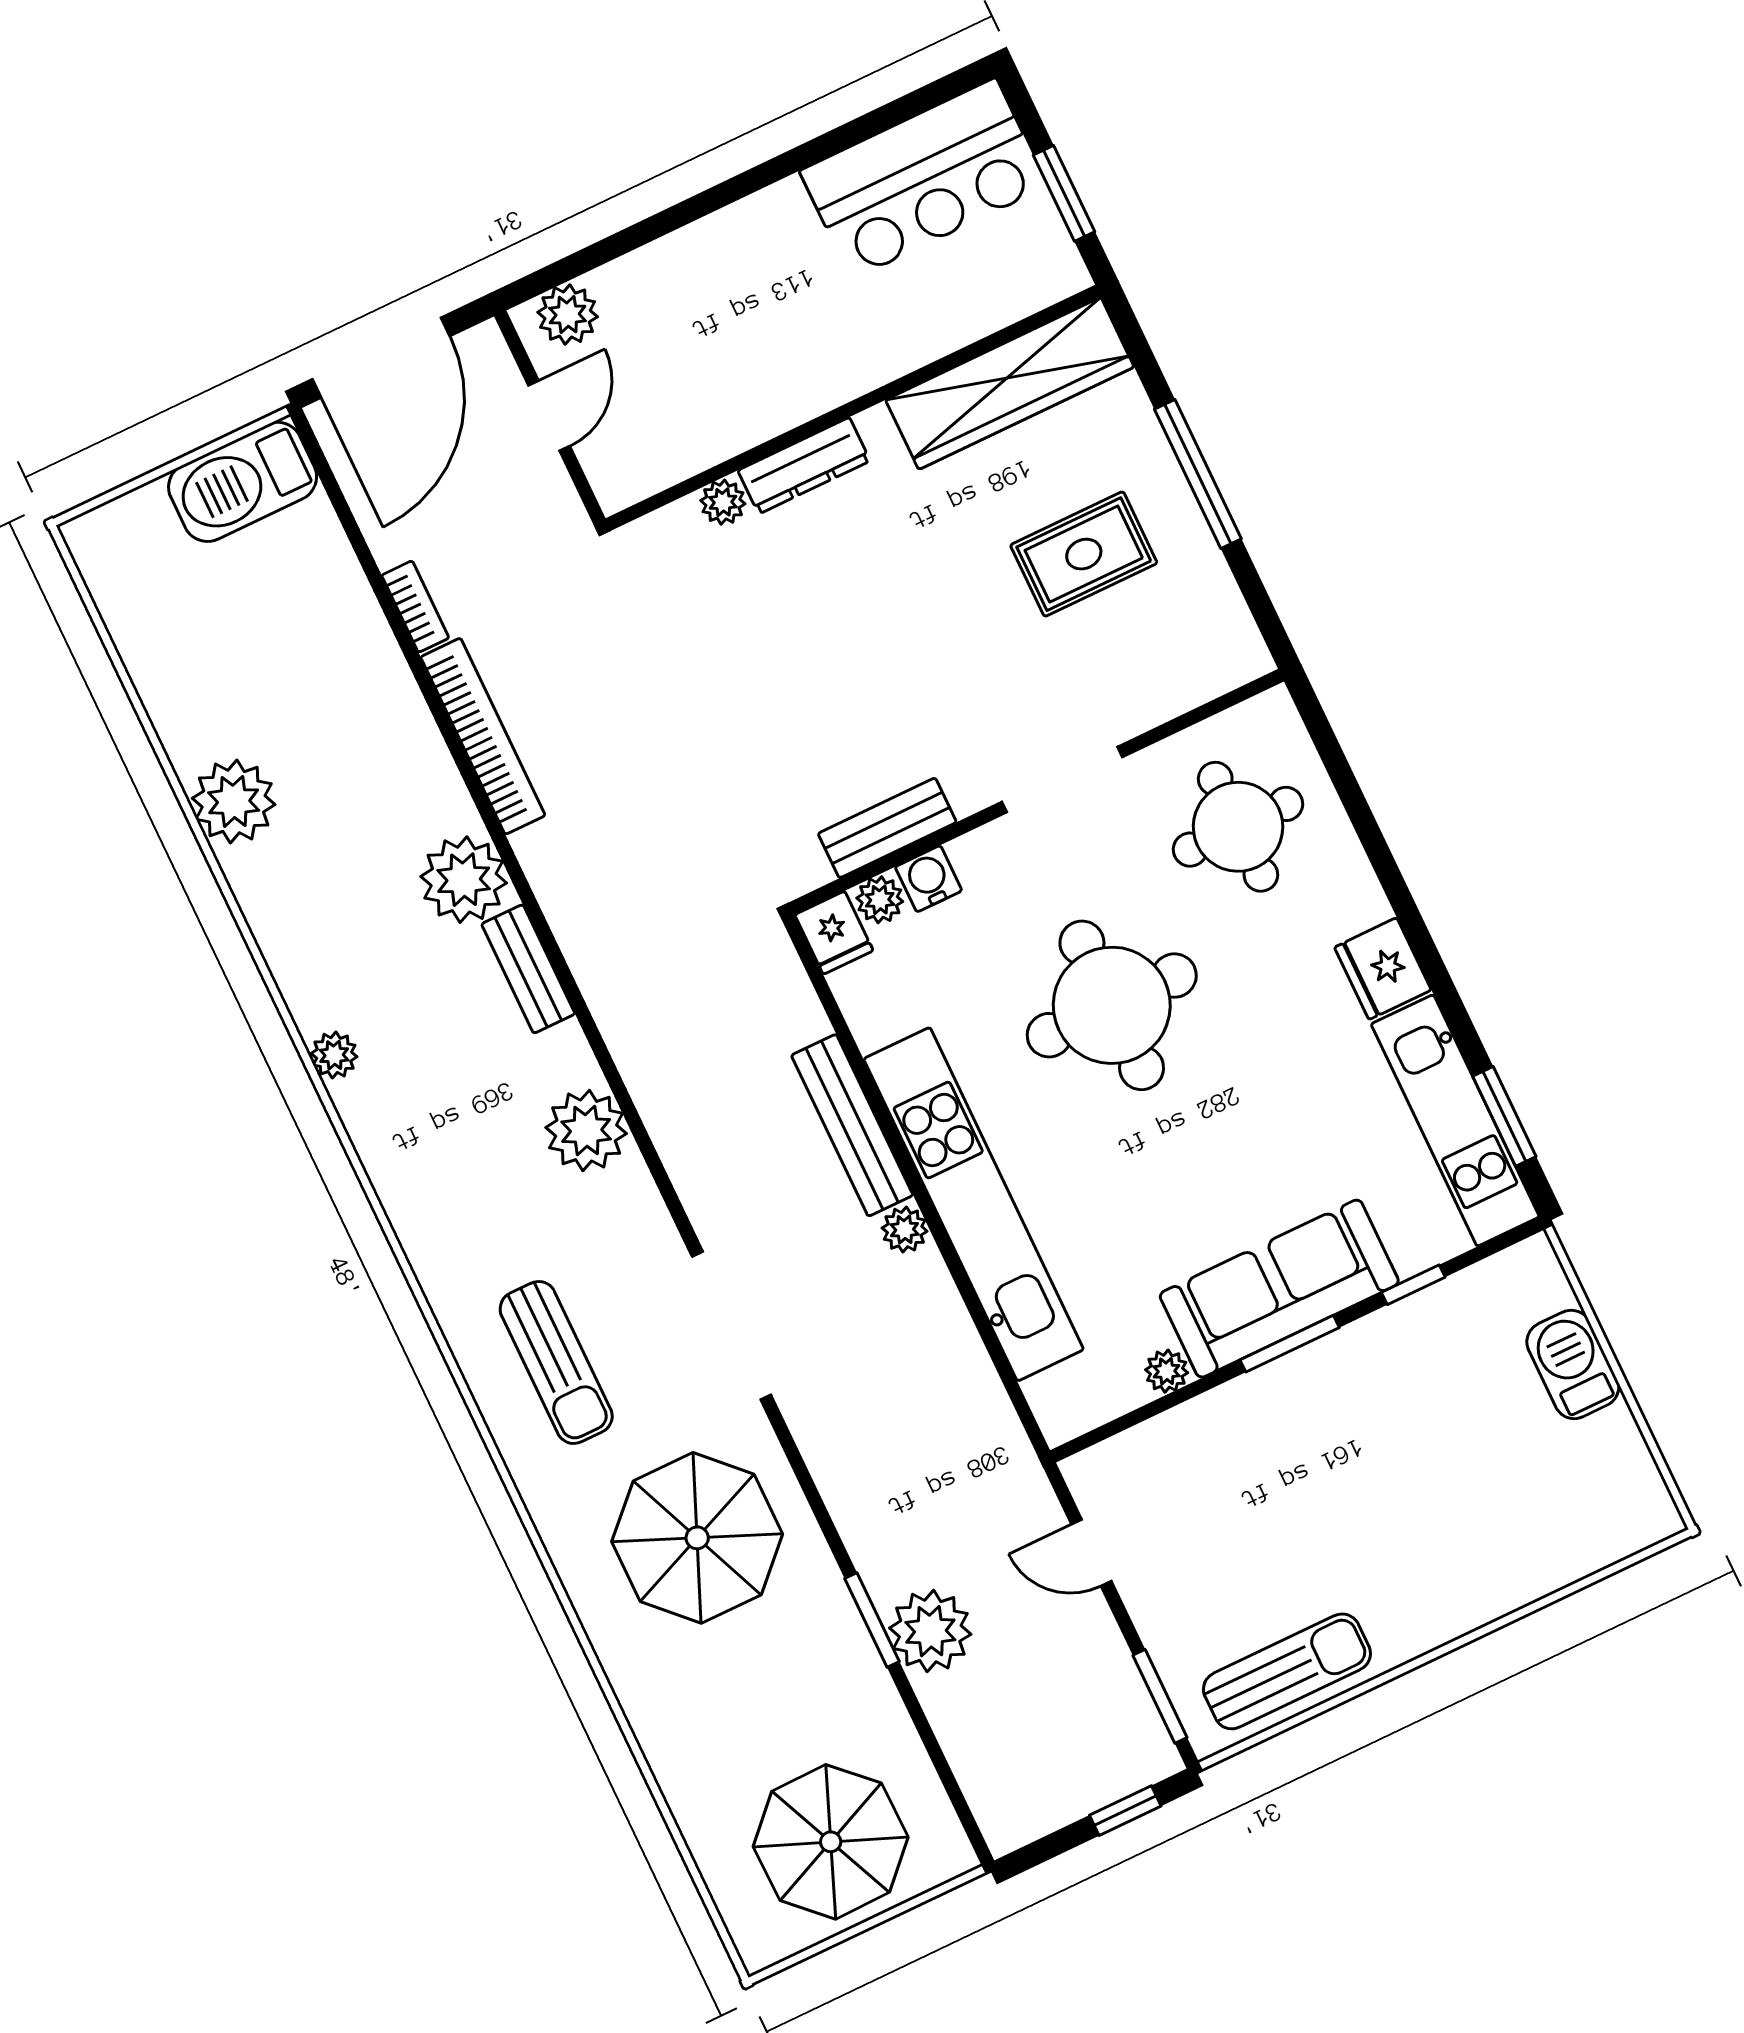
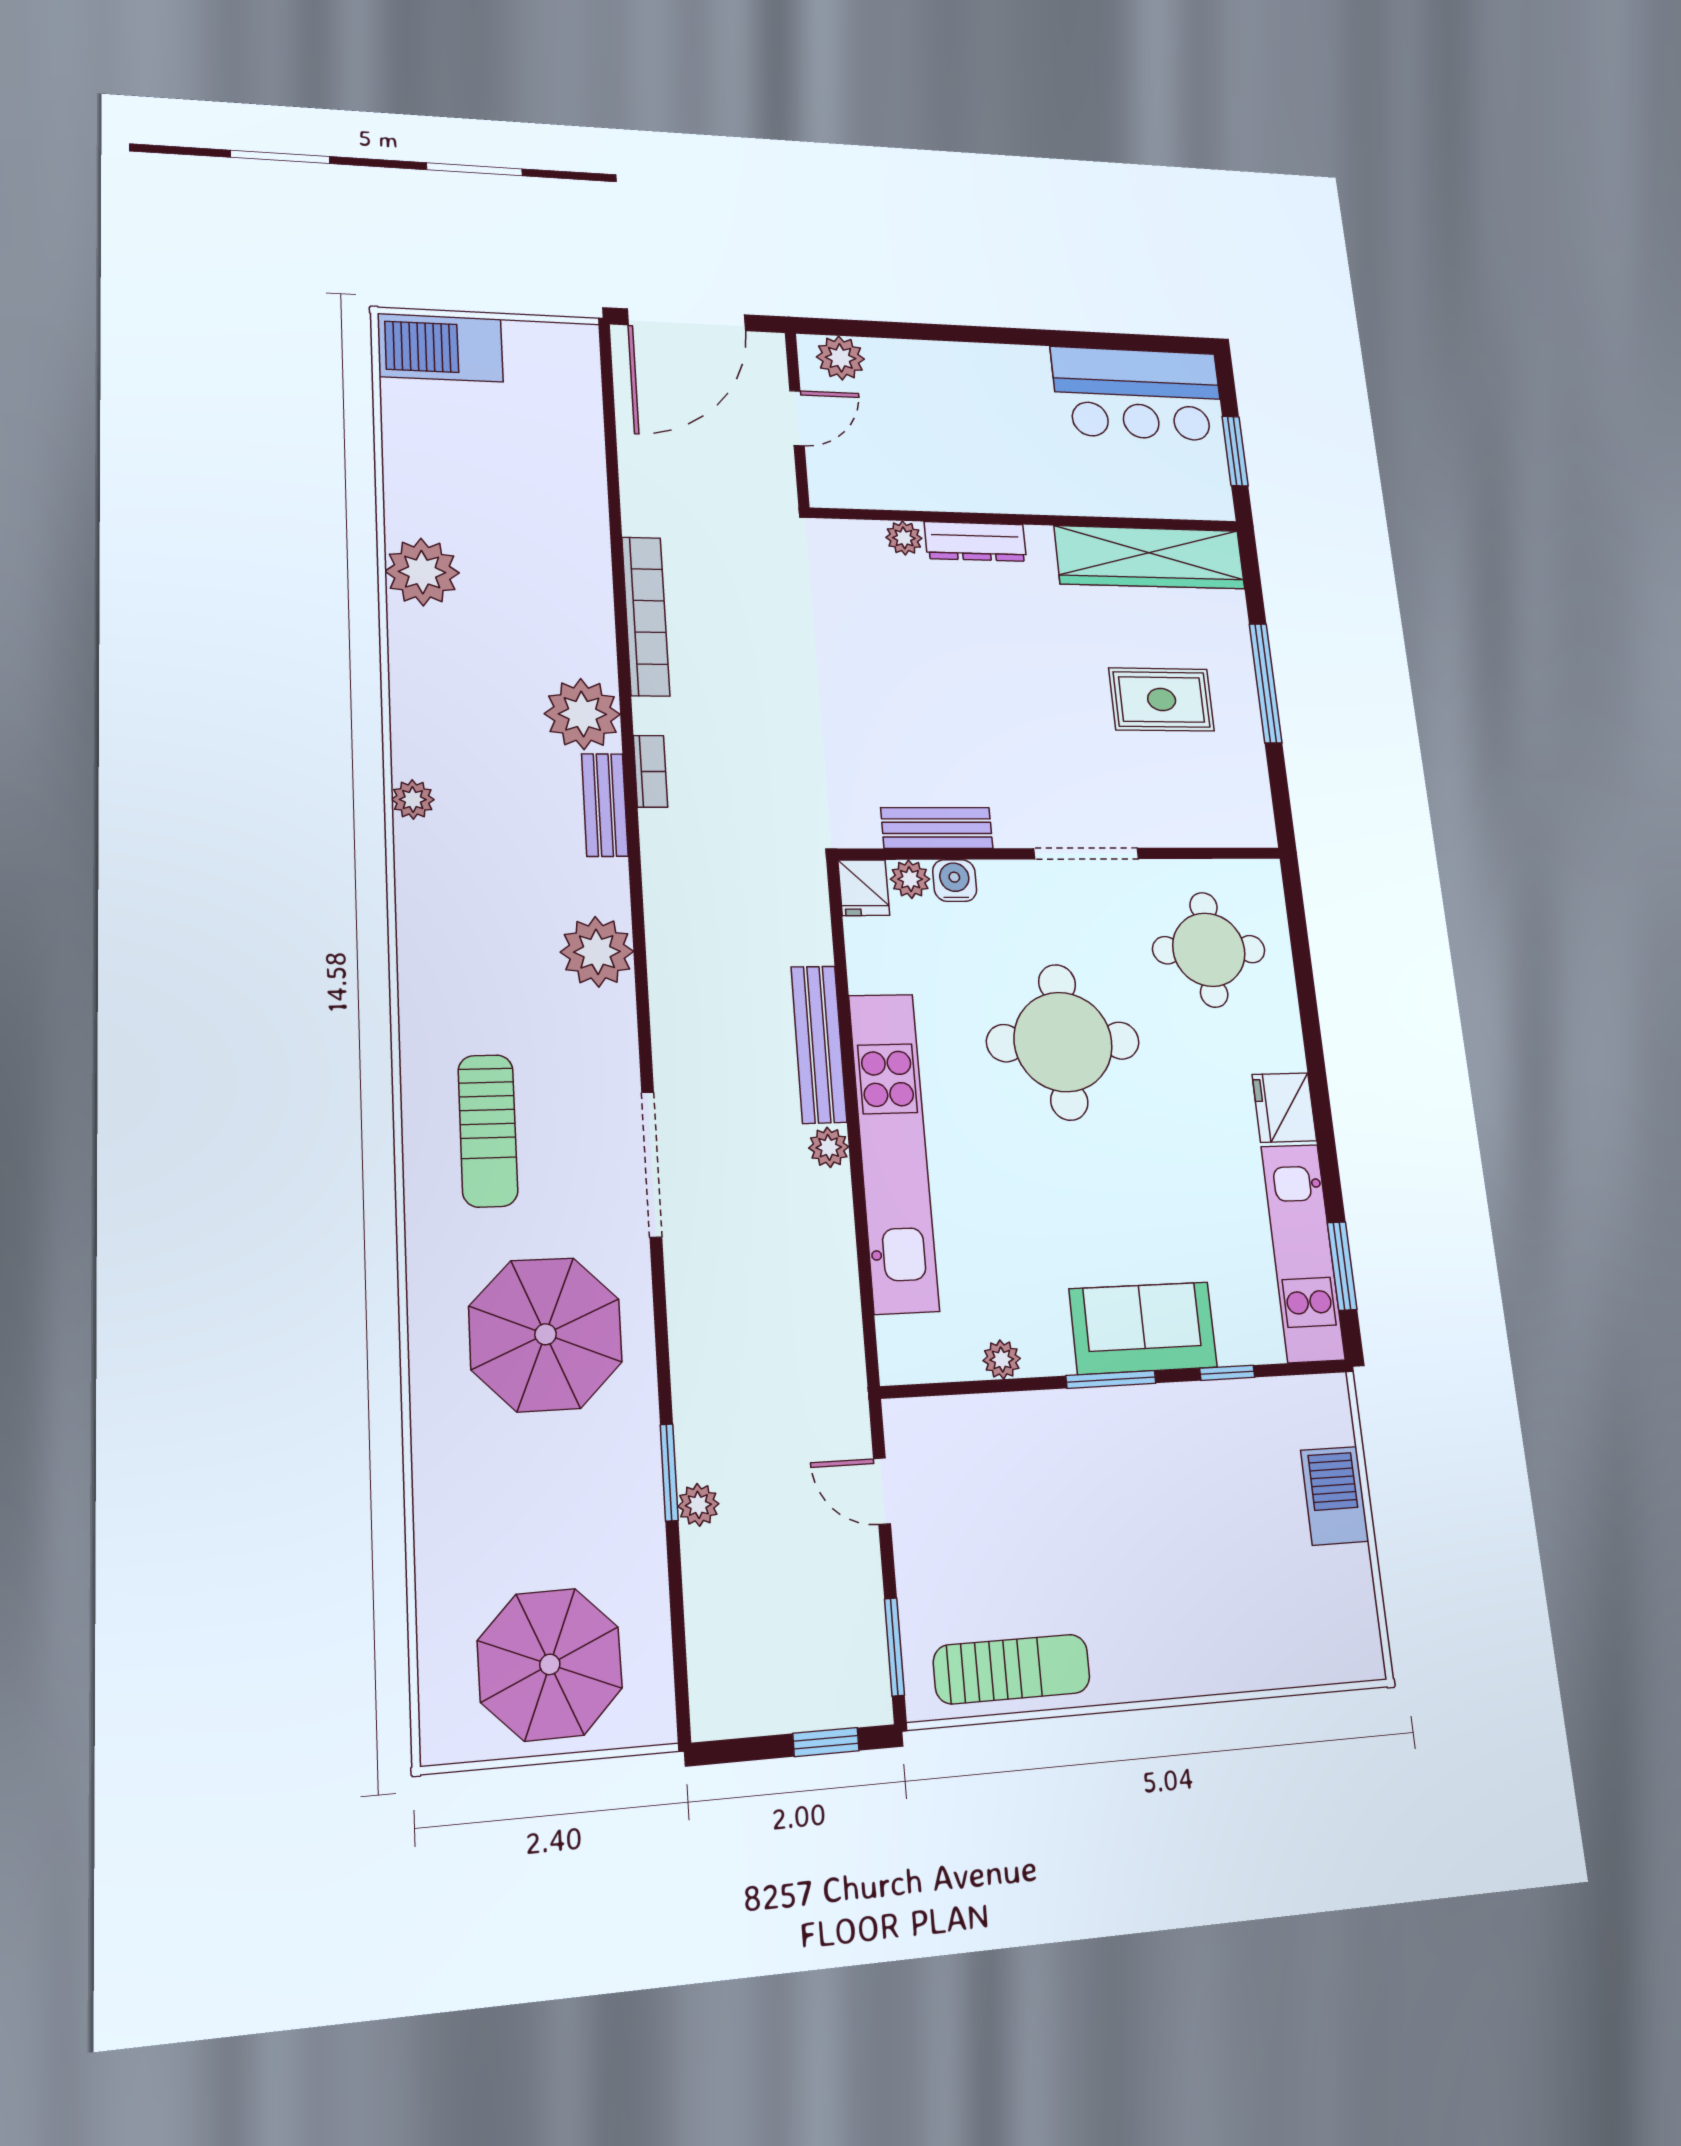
barbecue: (243, 482) -> (440, 348), moved
bookcase: (415, 607) -> (650, 771), moved
sofa: (1279, 1289) -> (1143, 1328), width x0.73
plant: (930, 1631) -> (698, 1505), width x0.53, depth x0.53

